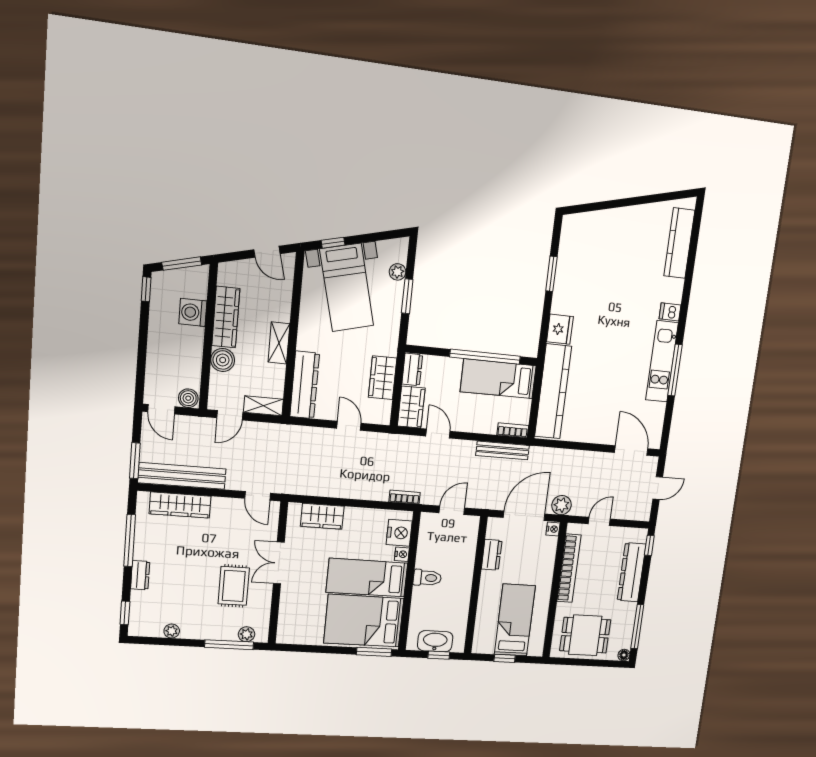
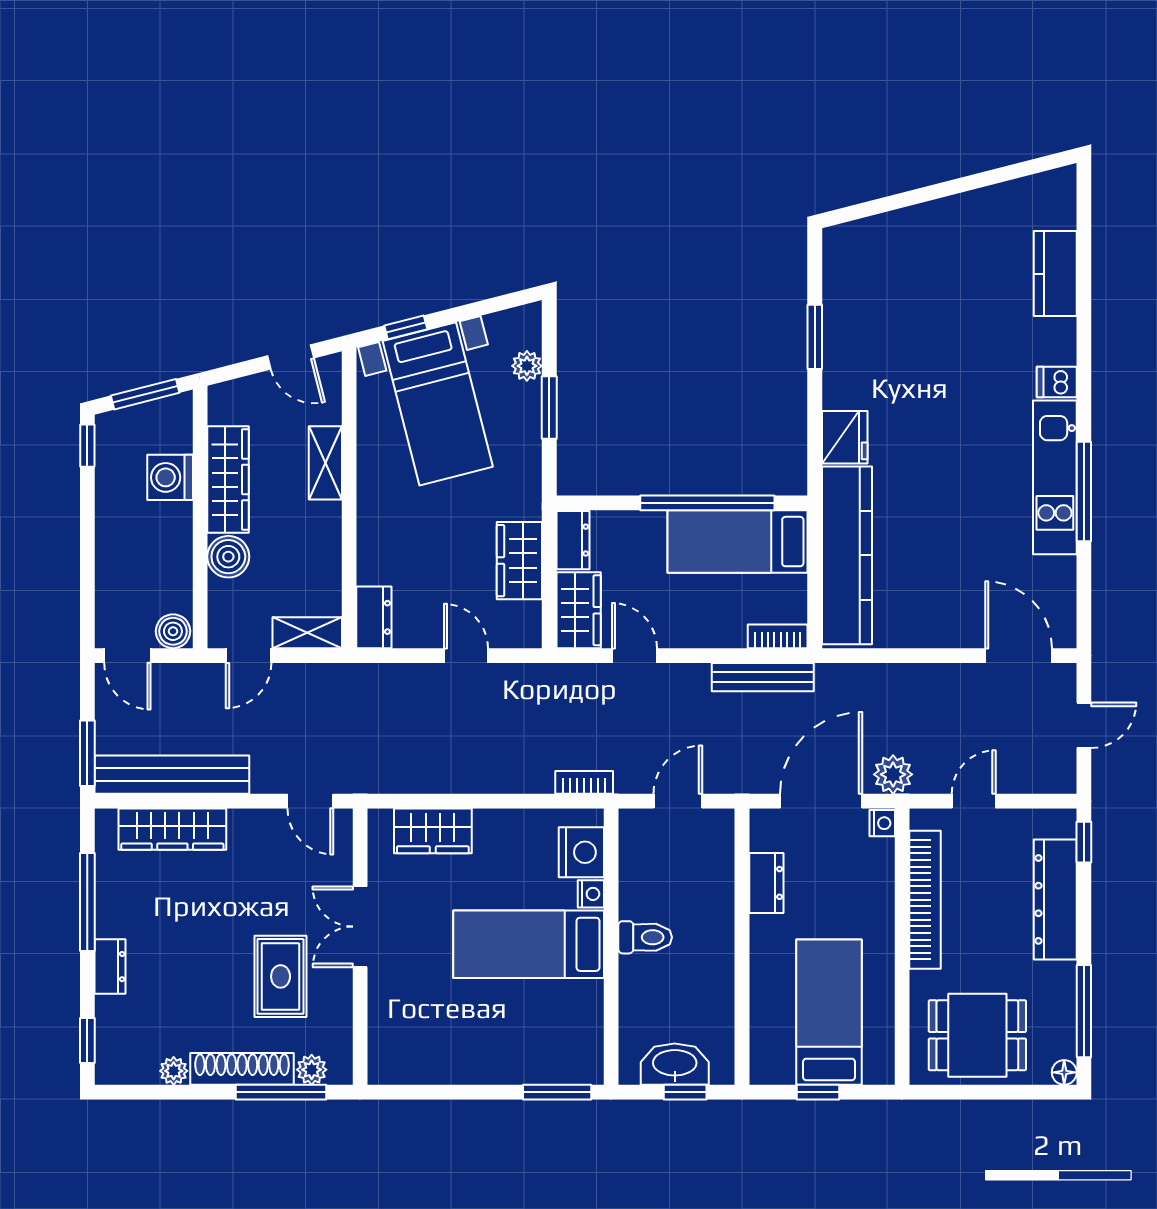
kitchen counter: (679, 243) -> (1055, 274), width x0.67
shelving: (279, 343) -> (325, 463), moved
dresser: (305, 385) -> (374, 617), width x0.51, depth x0.80
bed: (364, 621) -> (531, 1030), removed
shoe rack: (209, 632) -> (242, 1069), added

